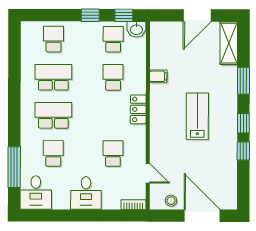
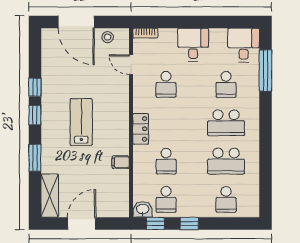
lab bench: (197, 116) -> (81, 122), turned 180

